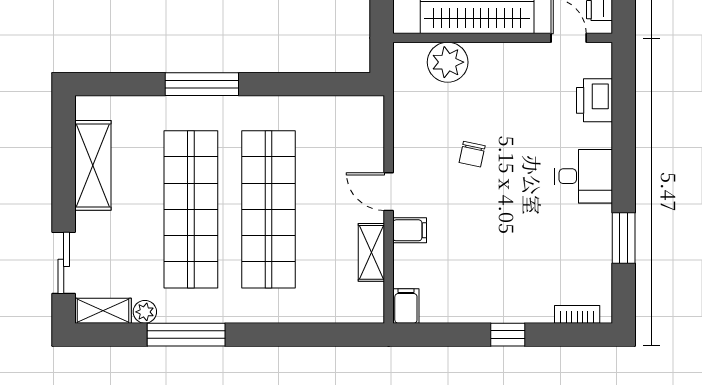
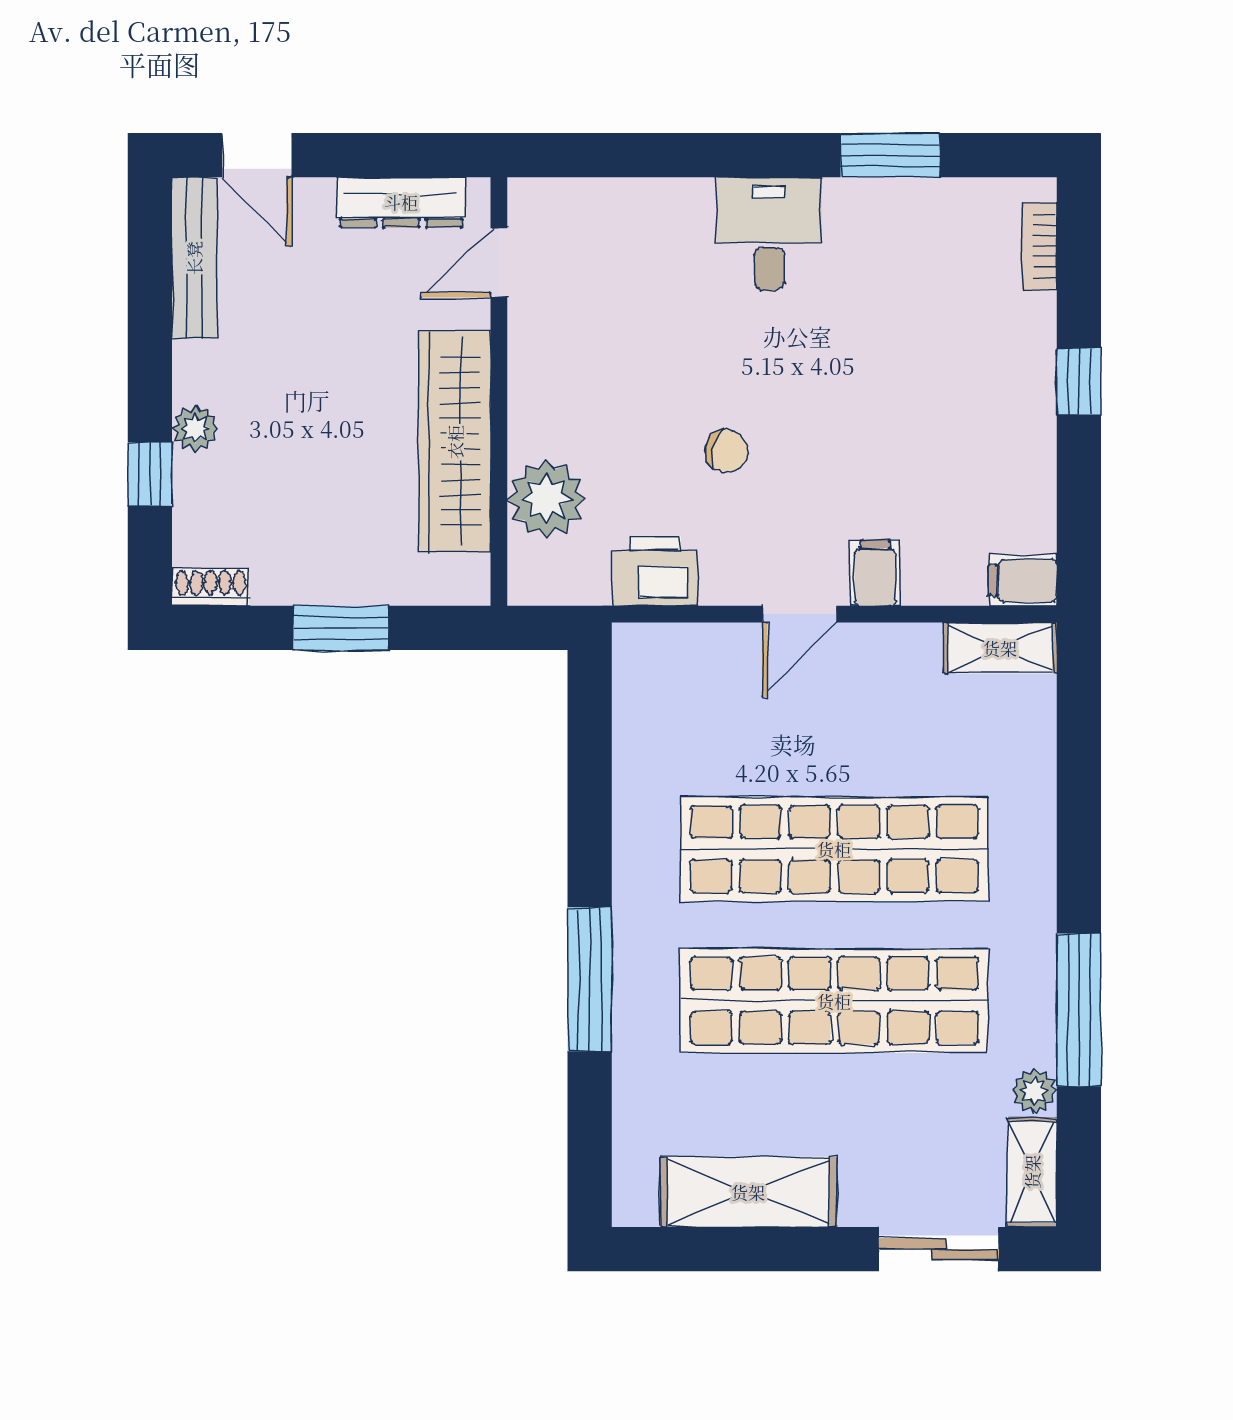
printer: (594, 100) -> (656, 571), moved, turned 180
shelving: (371, 252) -> (1000, 648), moved

